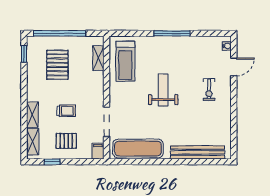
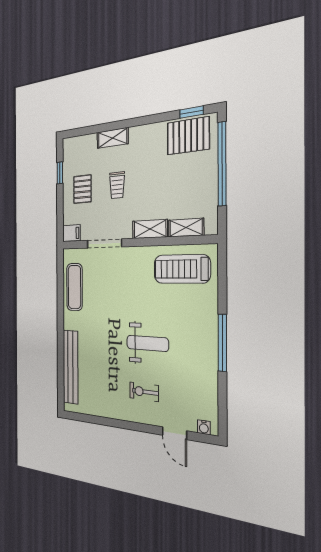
pallet: (57, 65) -> (188, 136), moved
weight bench: (163, 90) -> (147, 343), moved
shelving: (33, 142) -> (150, 229), moved
exercise mat: (138, 148) -> (74, 287), width x0.73, depth x0.69

